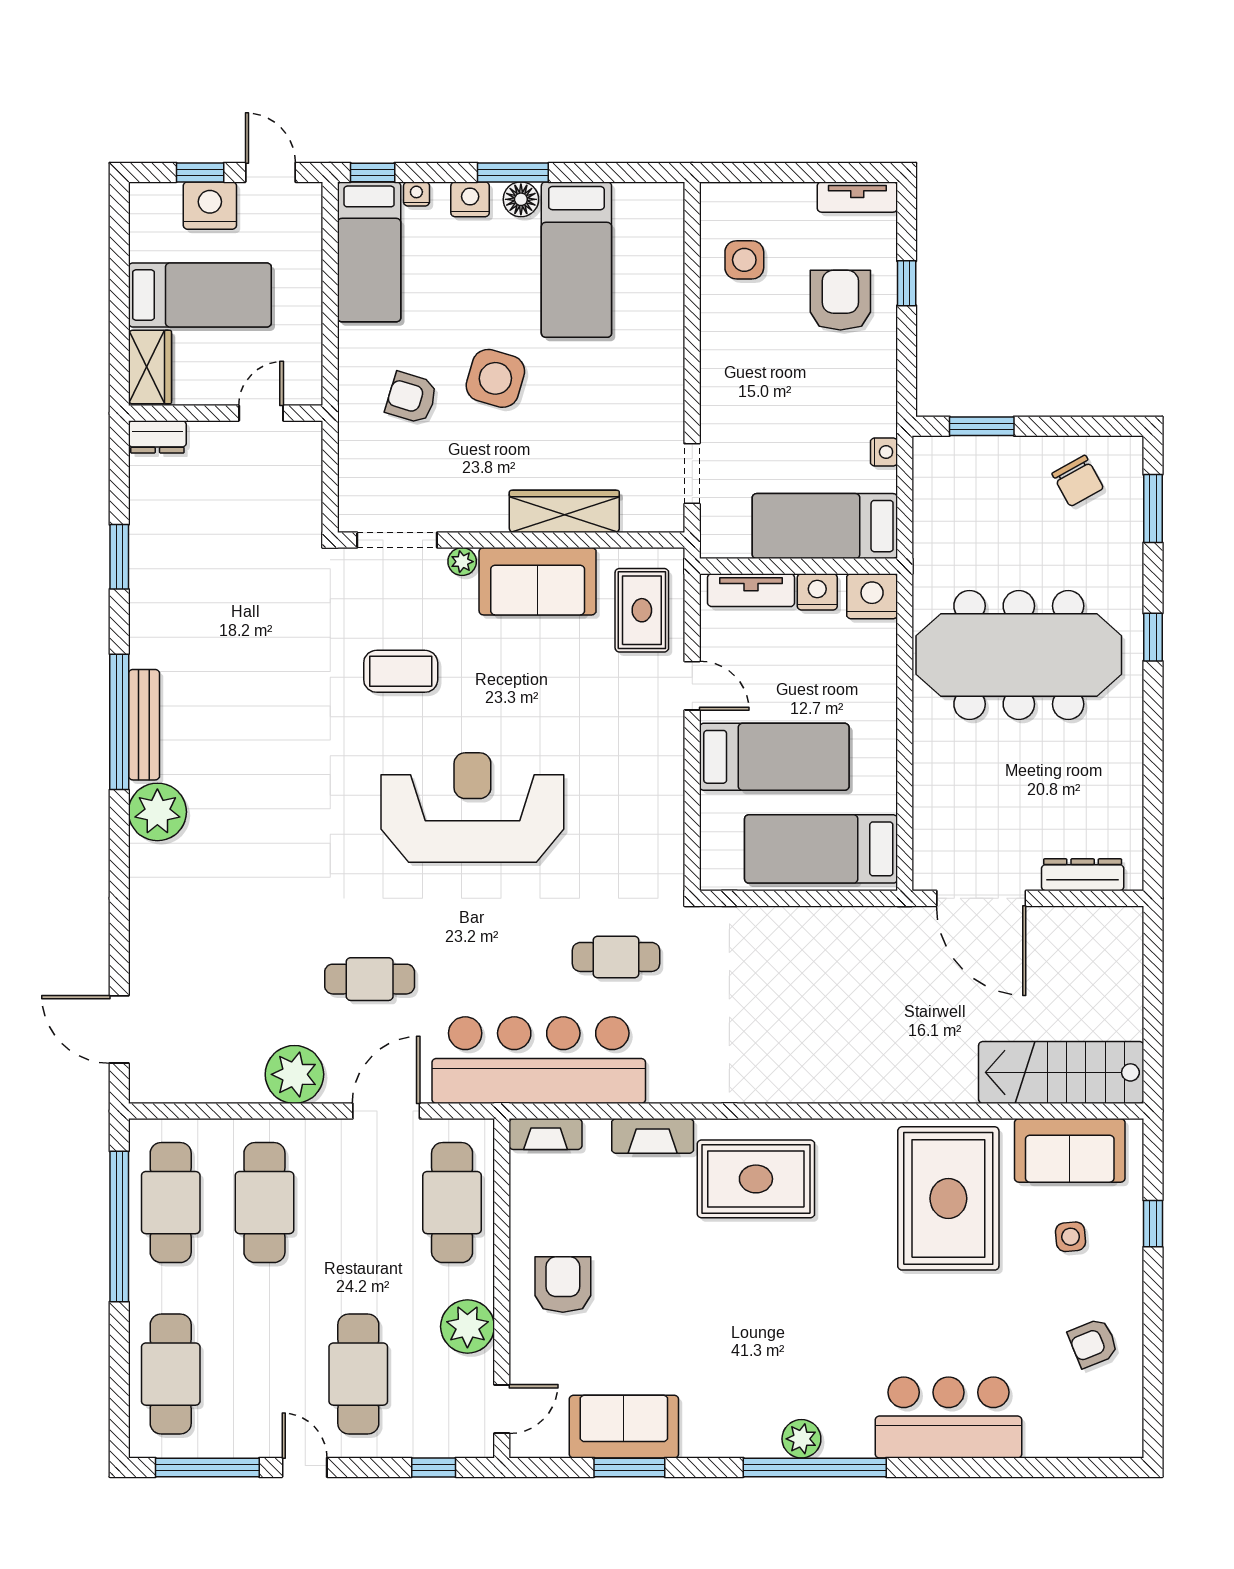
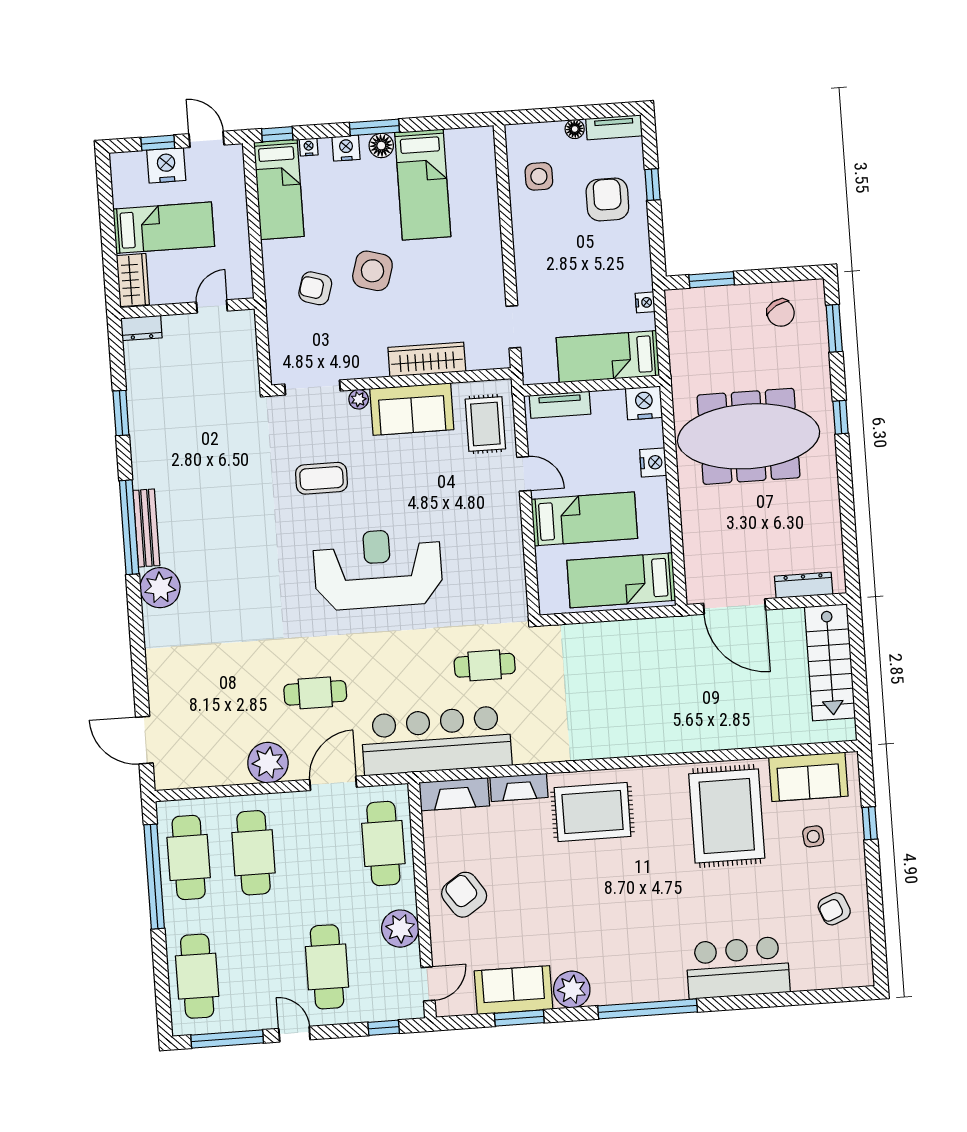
floor lamp: (801, 195) -> (575, 129), added
nightstand: (817, 592) -> (653, 462), moved, turned 90
stairs: (1061, 1072) -> (830, 662), moved, turned -90
fireplace: (546, 1134) -> (454, 794), width x1.37, depth x1.32
armchair: (563, 1284) -> (464, 895), turned -34
plant: (801, 1439) -> (572, 989), moved, width x1.36, depth x1.36

